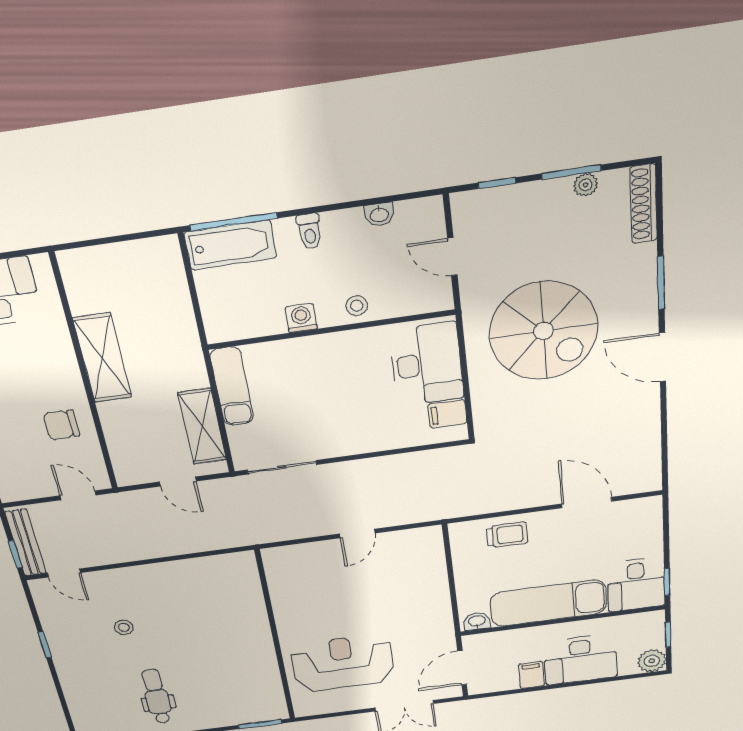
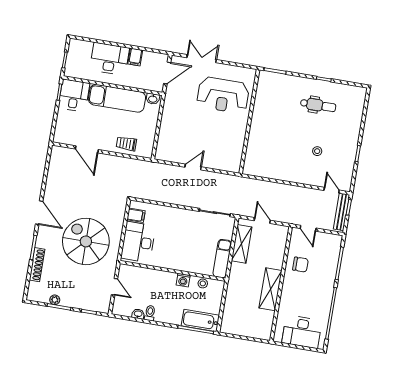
shoe rack: (644, 204) -> (37, 265), moved
toilet: (309, 231) -> (150, 313), moved
stool: (357, 306) -> (203, 283), moved
plant: (652, 661) -> (76, 46), removed
dental chair: (157, 697) -> (318, 105), turned -90

